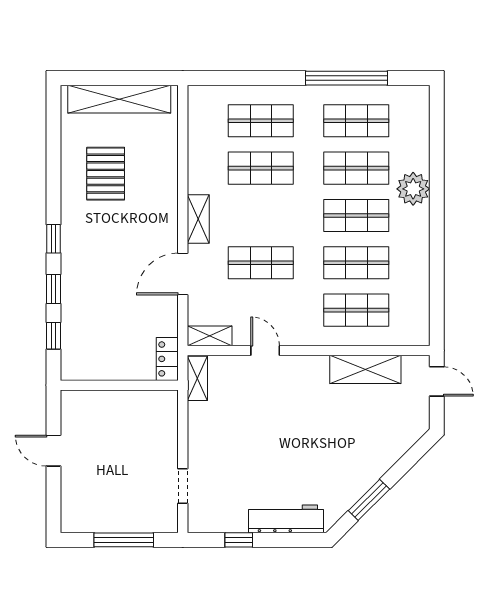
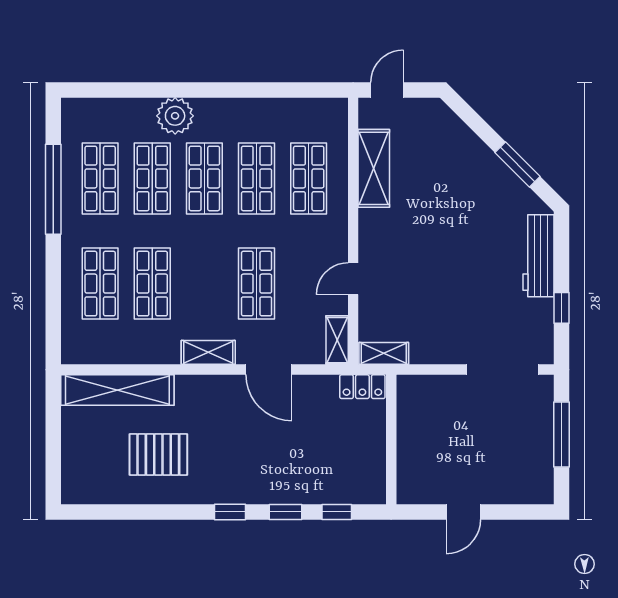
shelving: (119, 99) -> (117, 390), moved, turned 90
doorway: (183, 486) -> (502, 370), width x1.88

